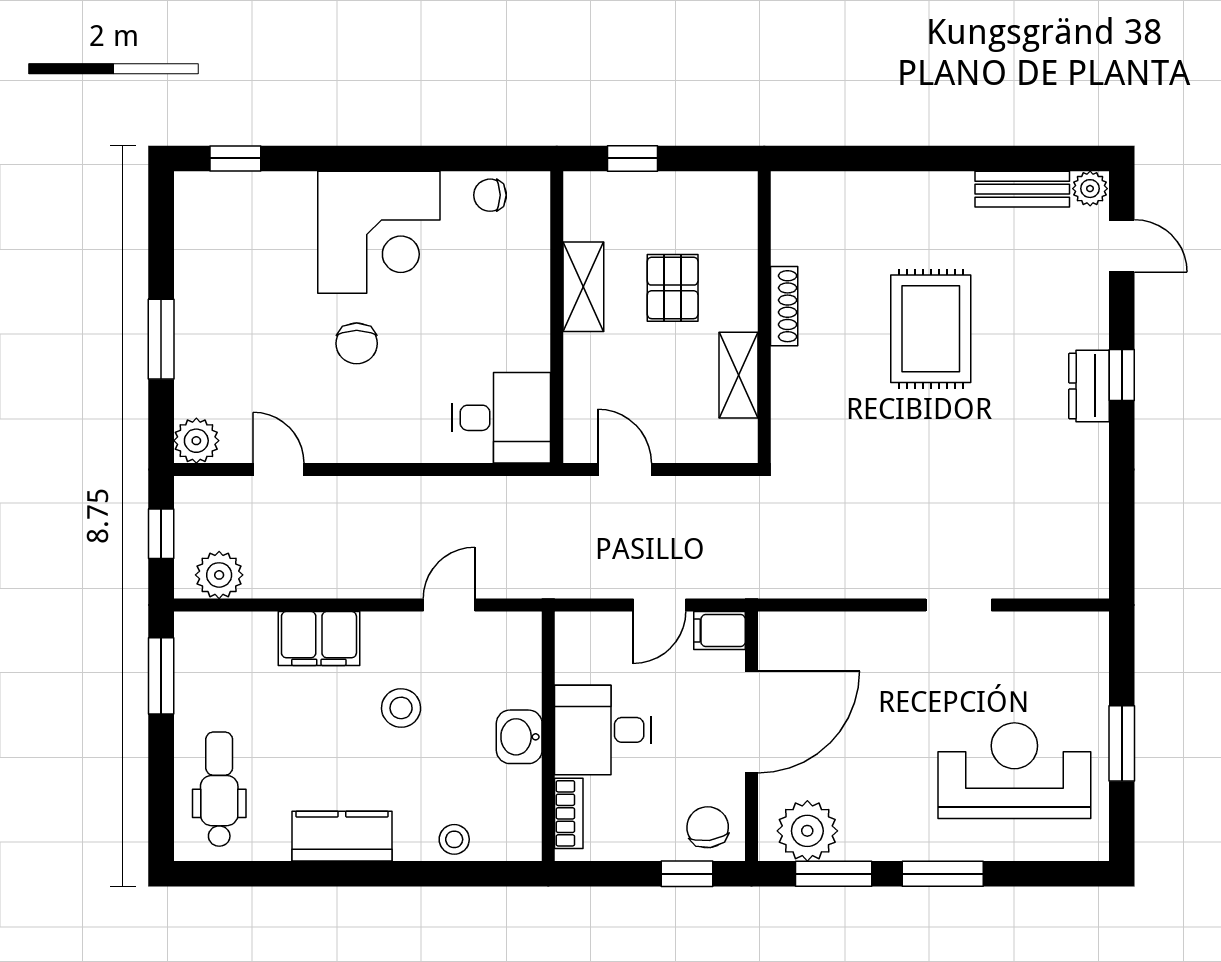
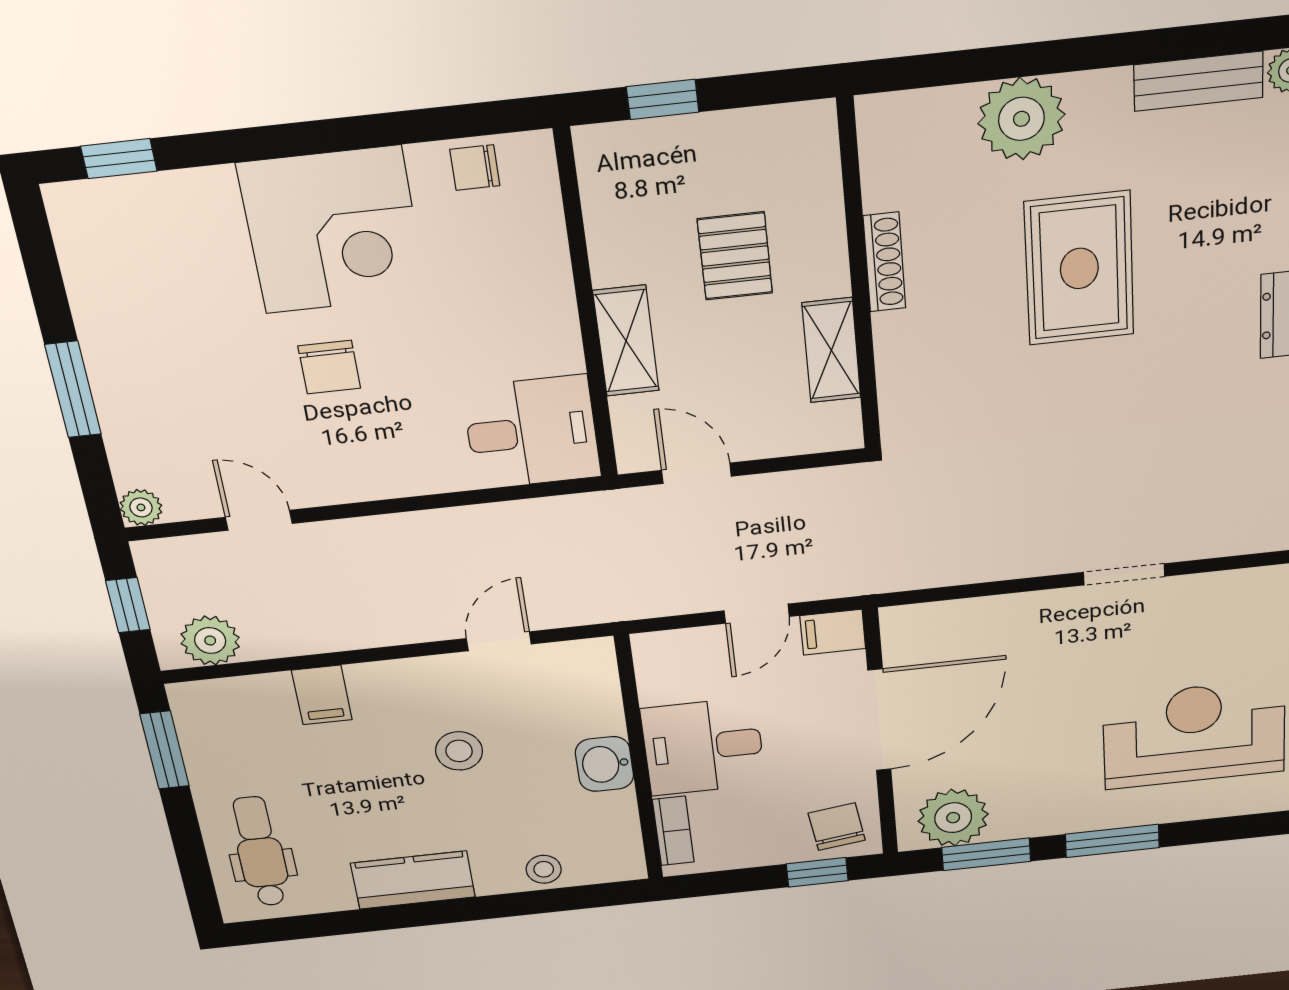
plant: (892, 203) -> (1021, 119), added
shelving: (583, 287) -> (626, 341), moved
plant: (196, 441) -> (141, 507), width x0.73, depth x0.73
filing cabinet: (319, 638) -> (322, 695), width x0.50

